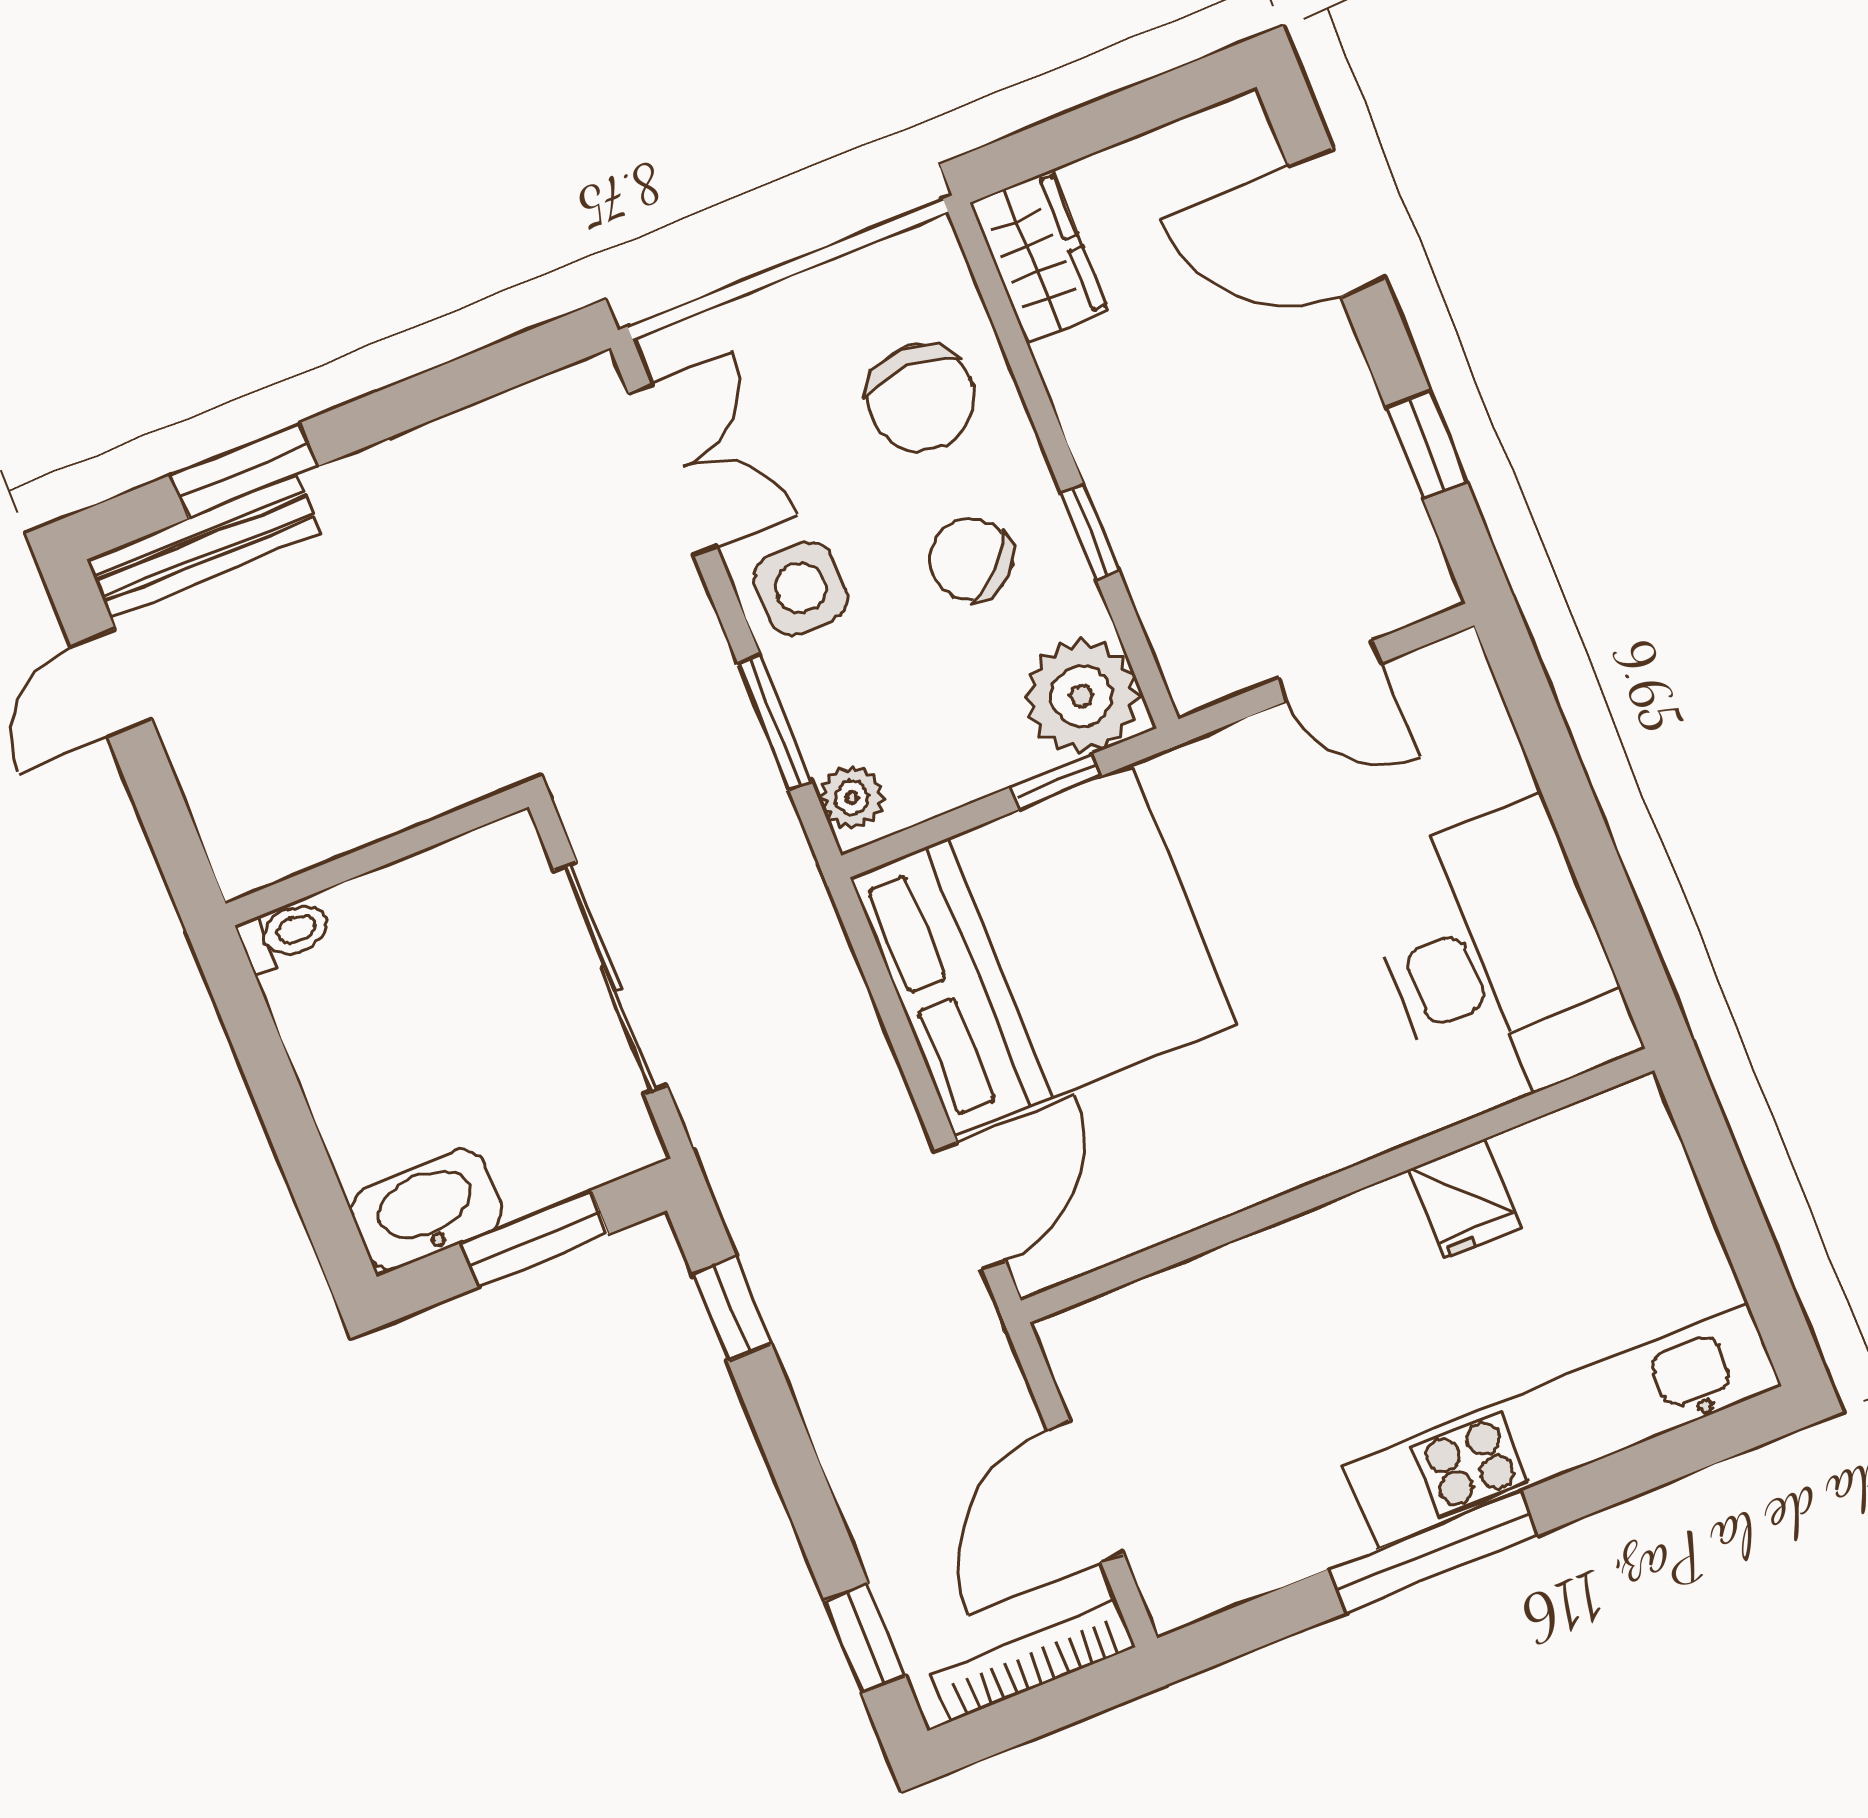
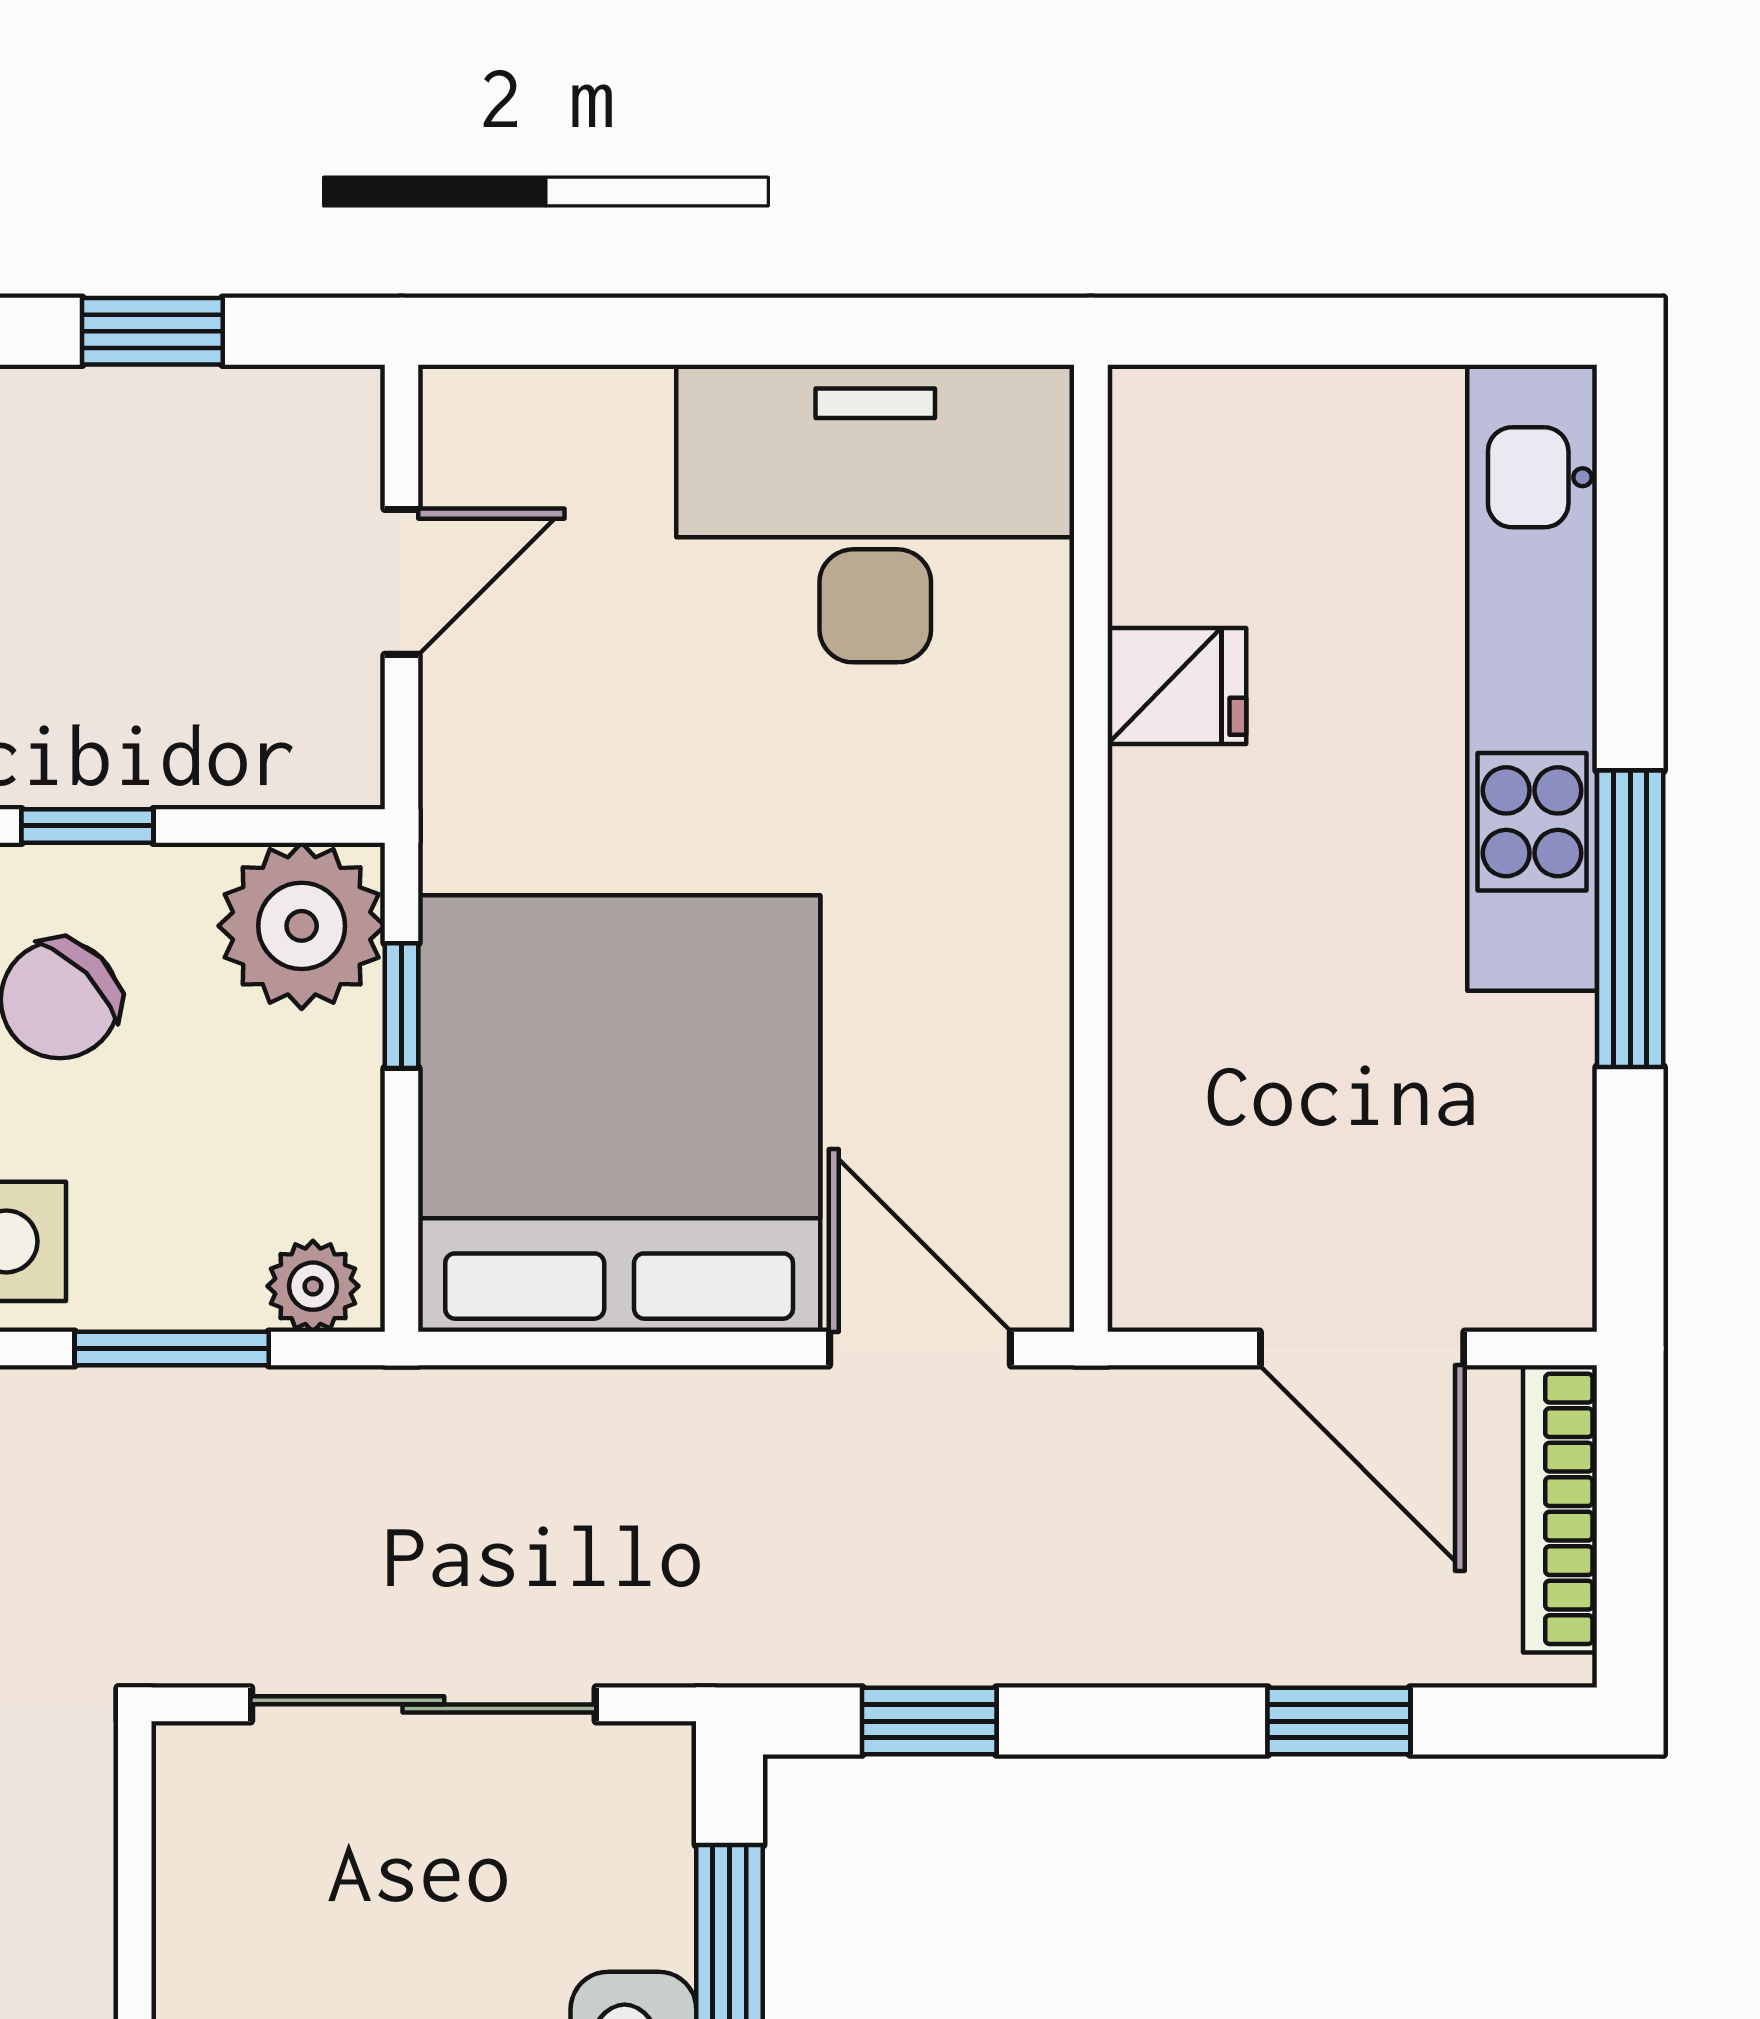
window: (865, 1638) -> (1339, 1721), moved

